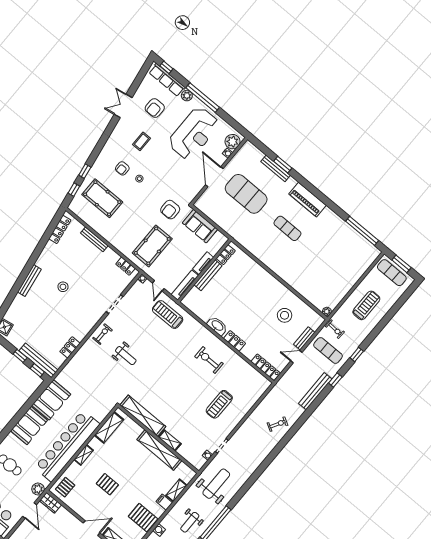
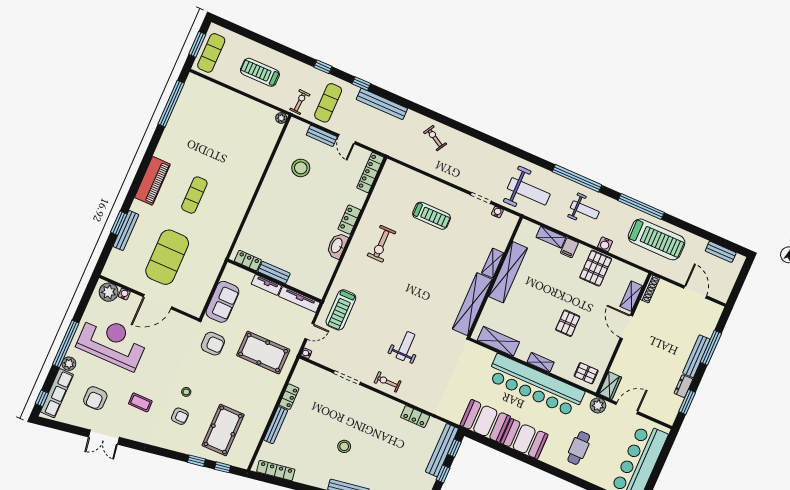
armchair: (155, 108) -> (95, 398), turned 90
locker: (125, 266) -> (289, 397), moved
bench: (208, 275) -> (274, 272), width x0.73
weight bench: (216, 484) -> (529, 191), turned 180

